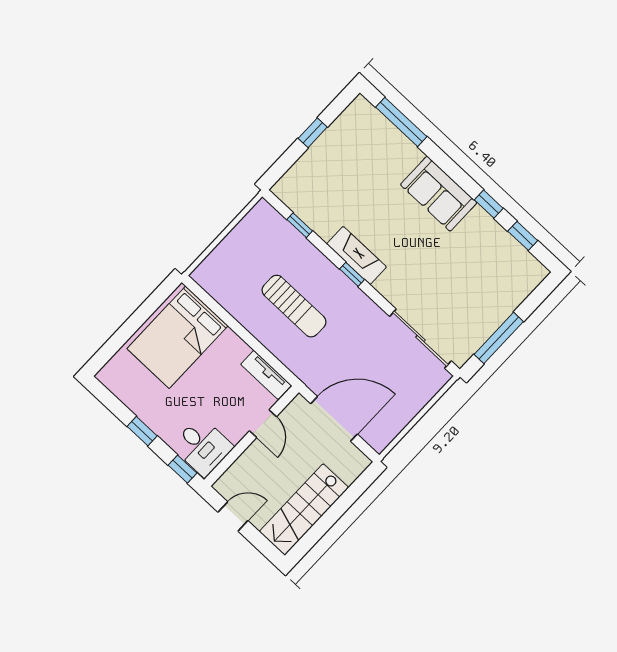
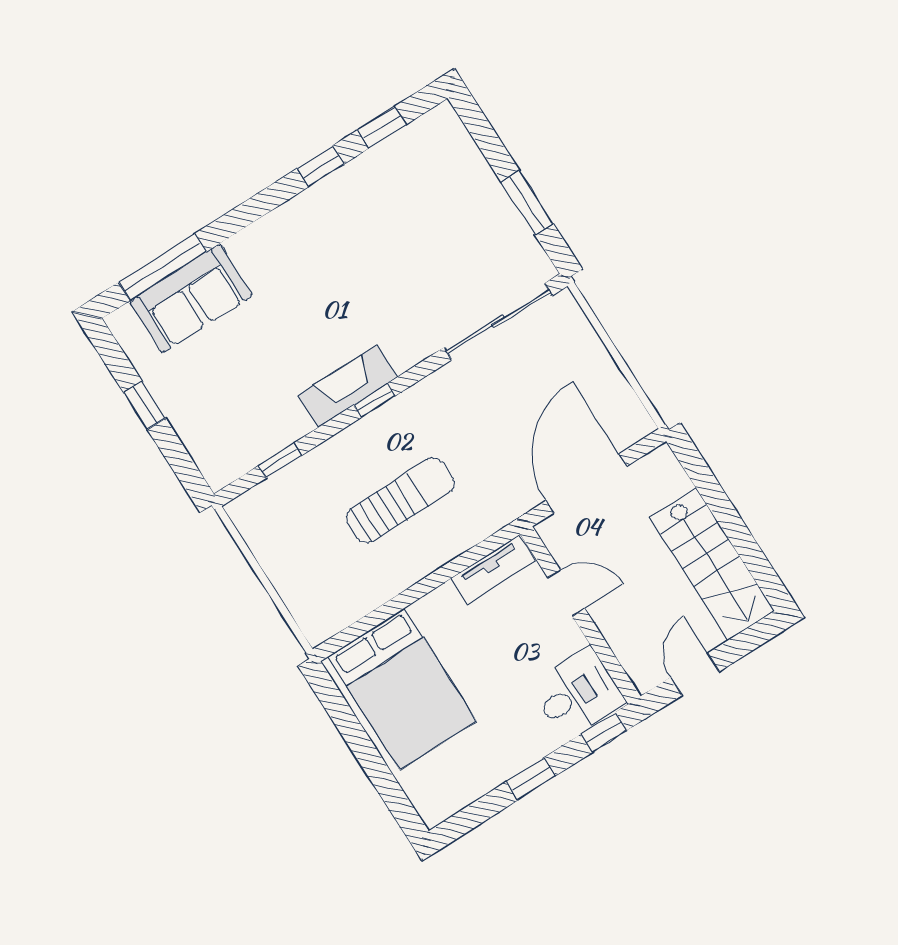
sofa: (439, 194) -> (191, 298), moved
window: (499, 338) -> (527, 203), width x0.69

